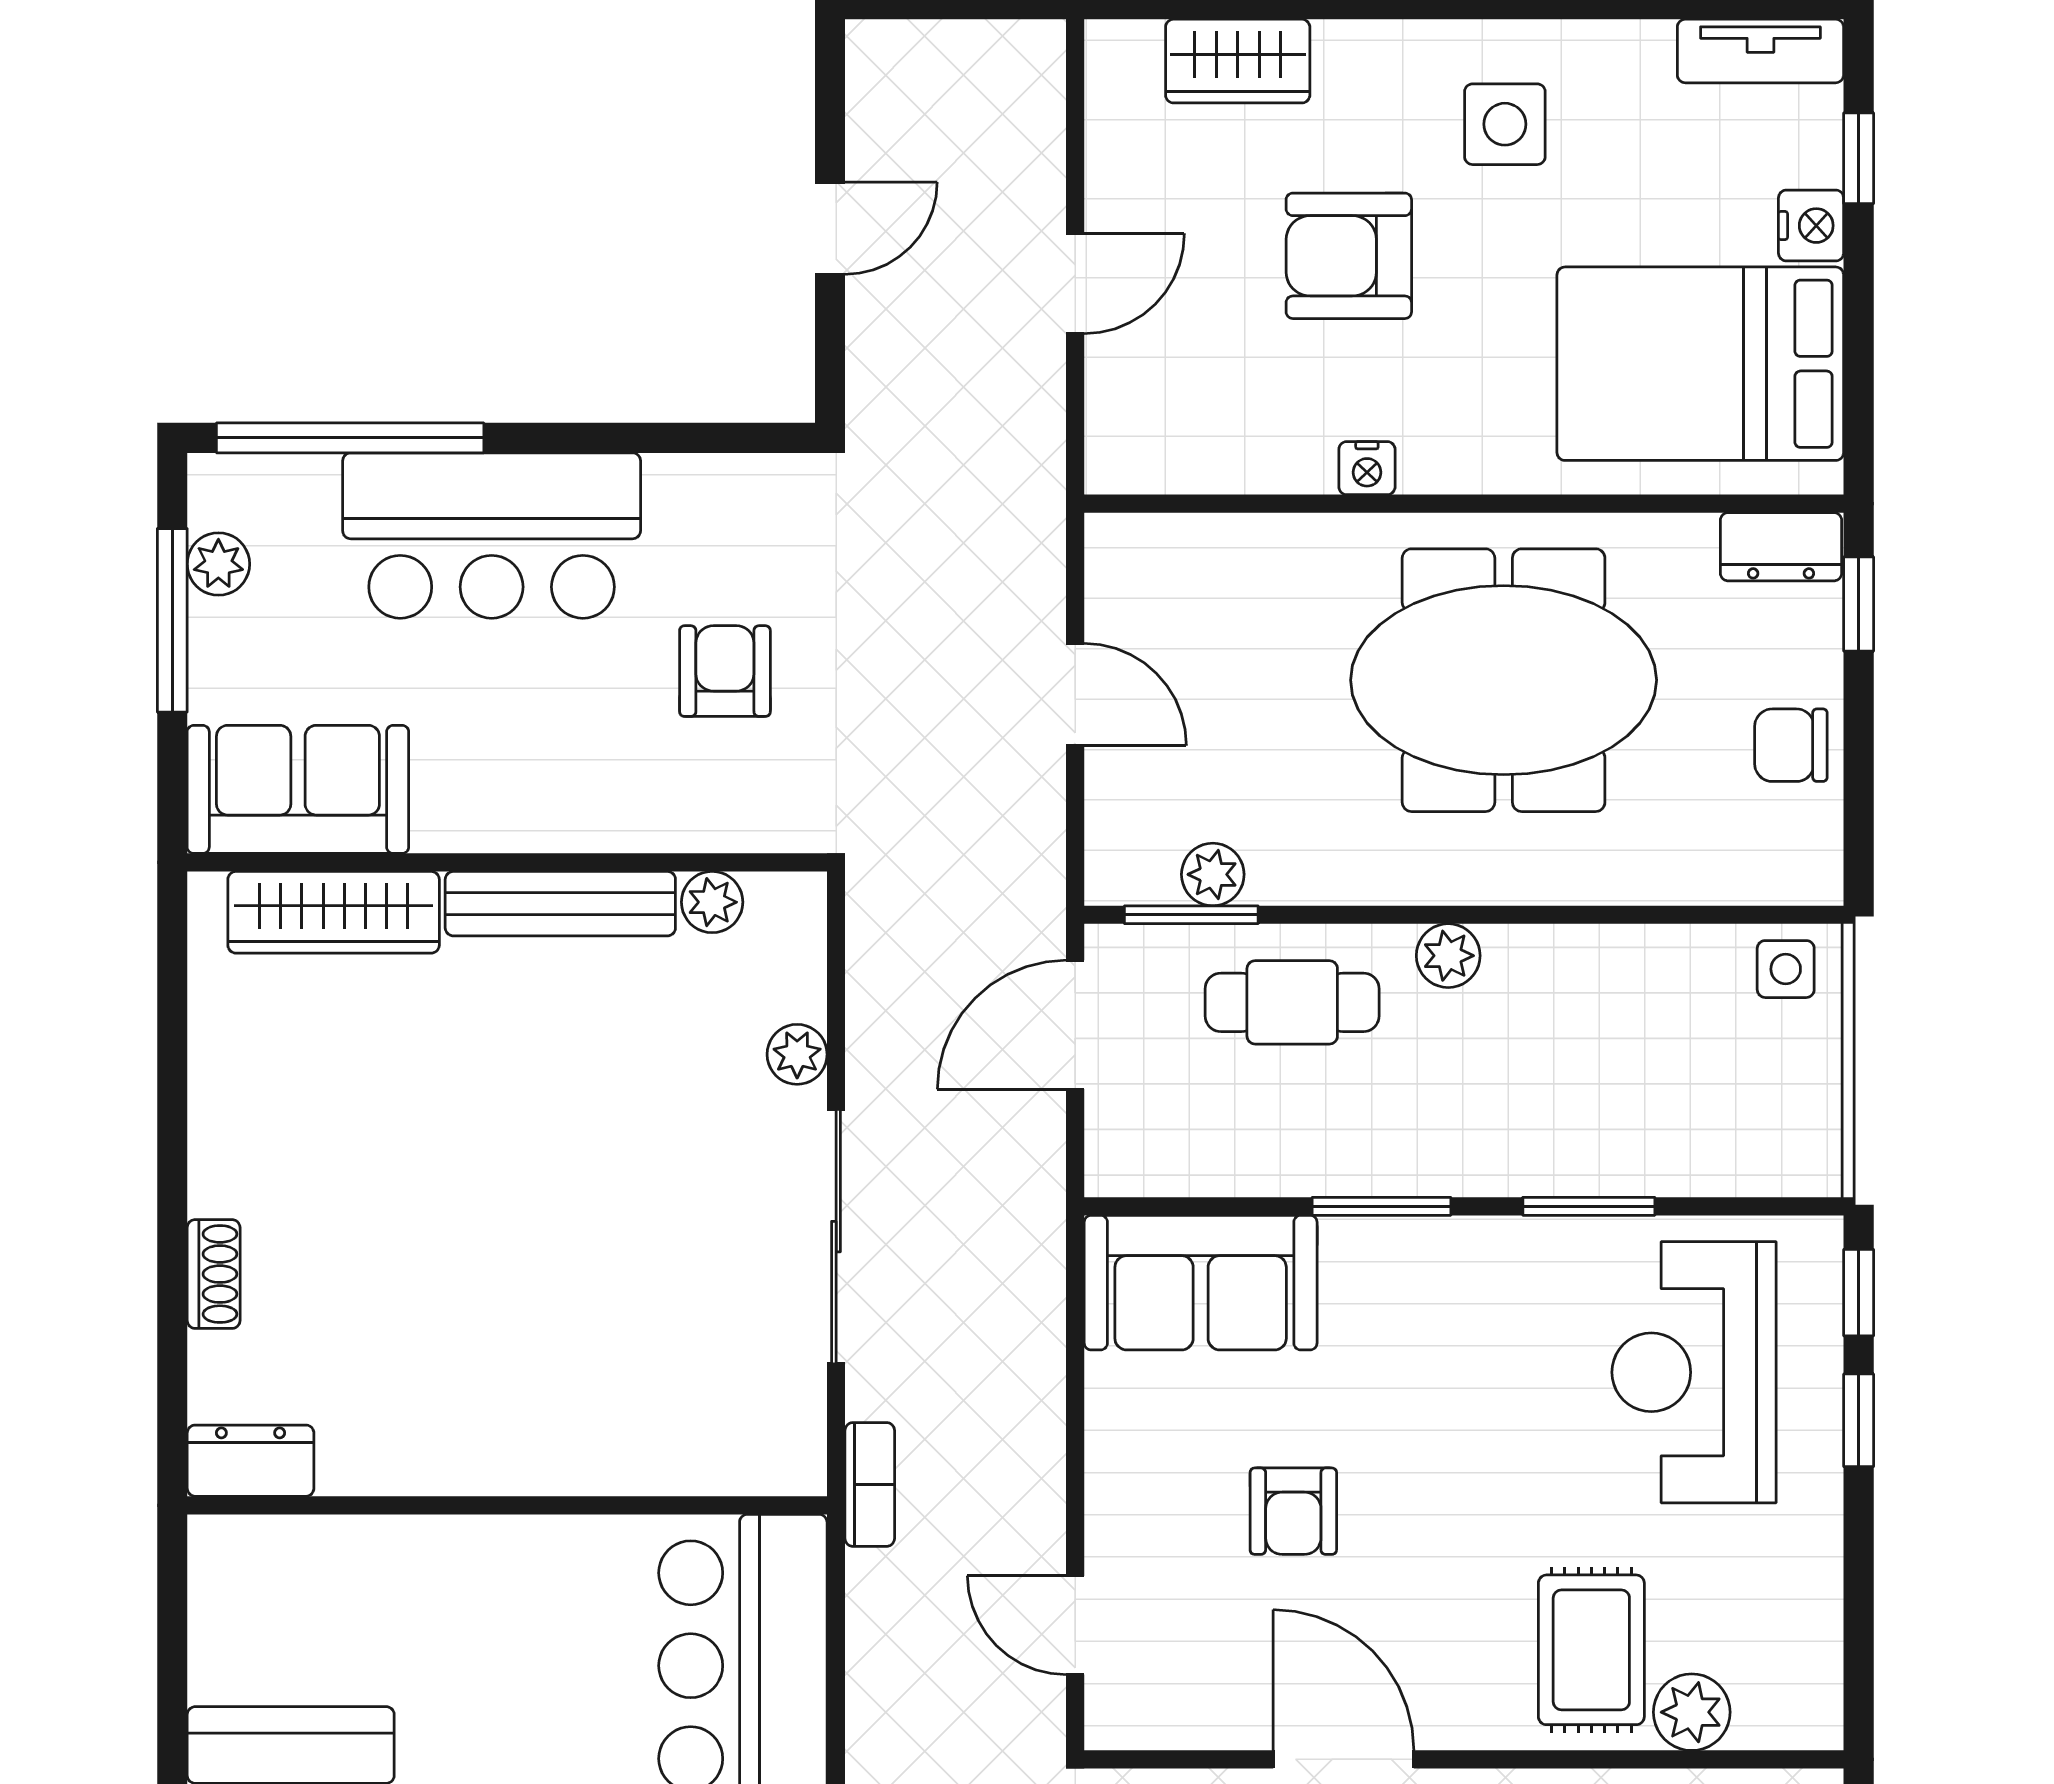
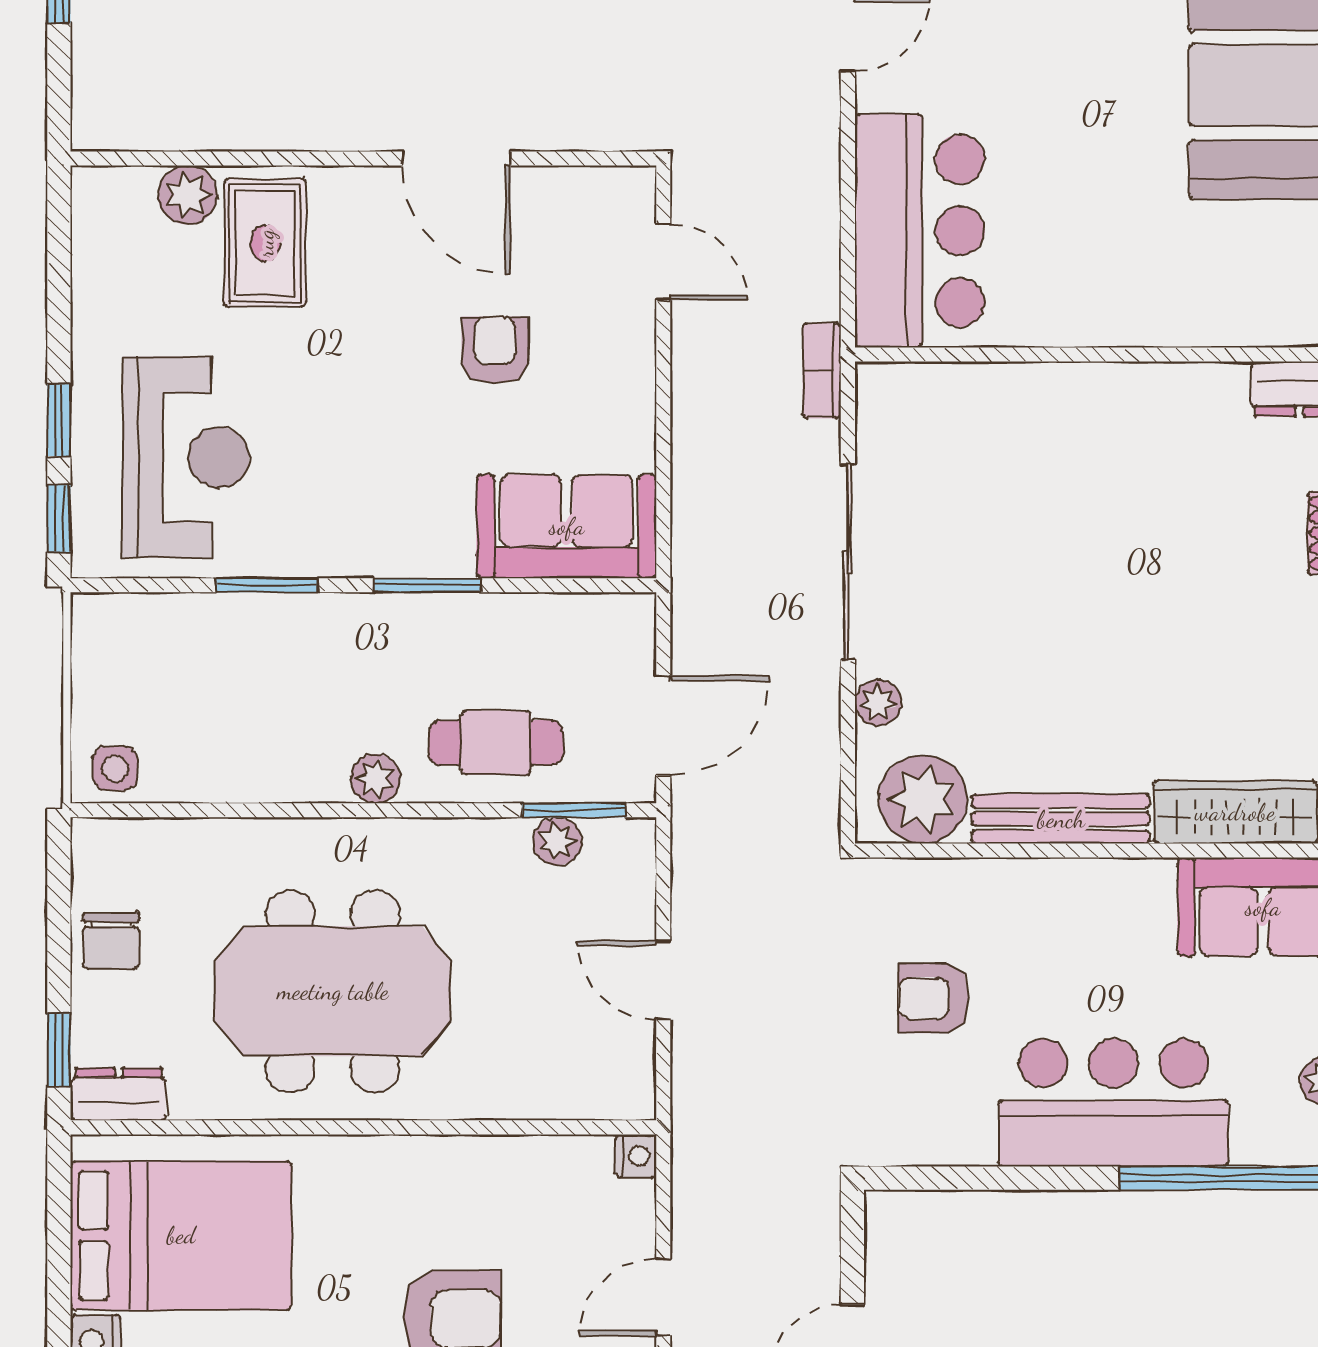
nightstand: (1367, 468) -> (636, 1156), moved, turned 90
armchair: (725, 671) -> (934, 998), turned 90
chair: (1791, 745) -> (111, 941), turned 90
plant: (712, 902) -> (923, 799), width x1.87, depth x1.87

